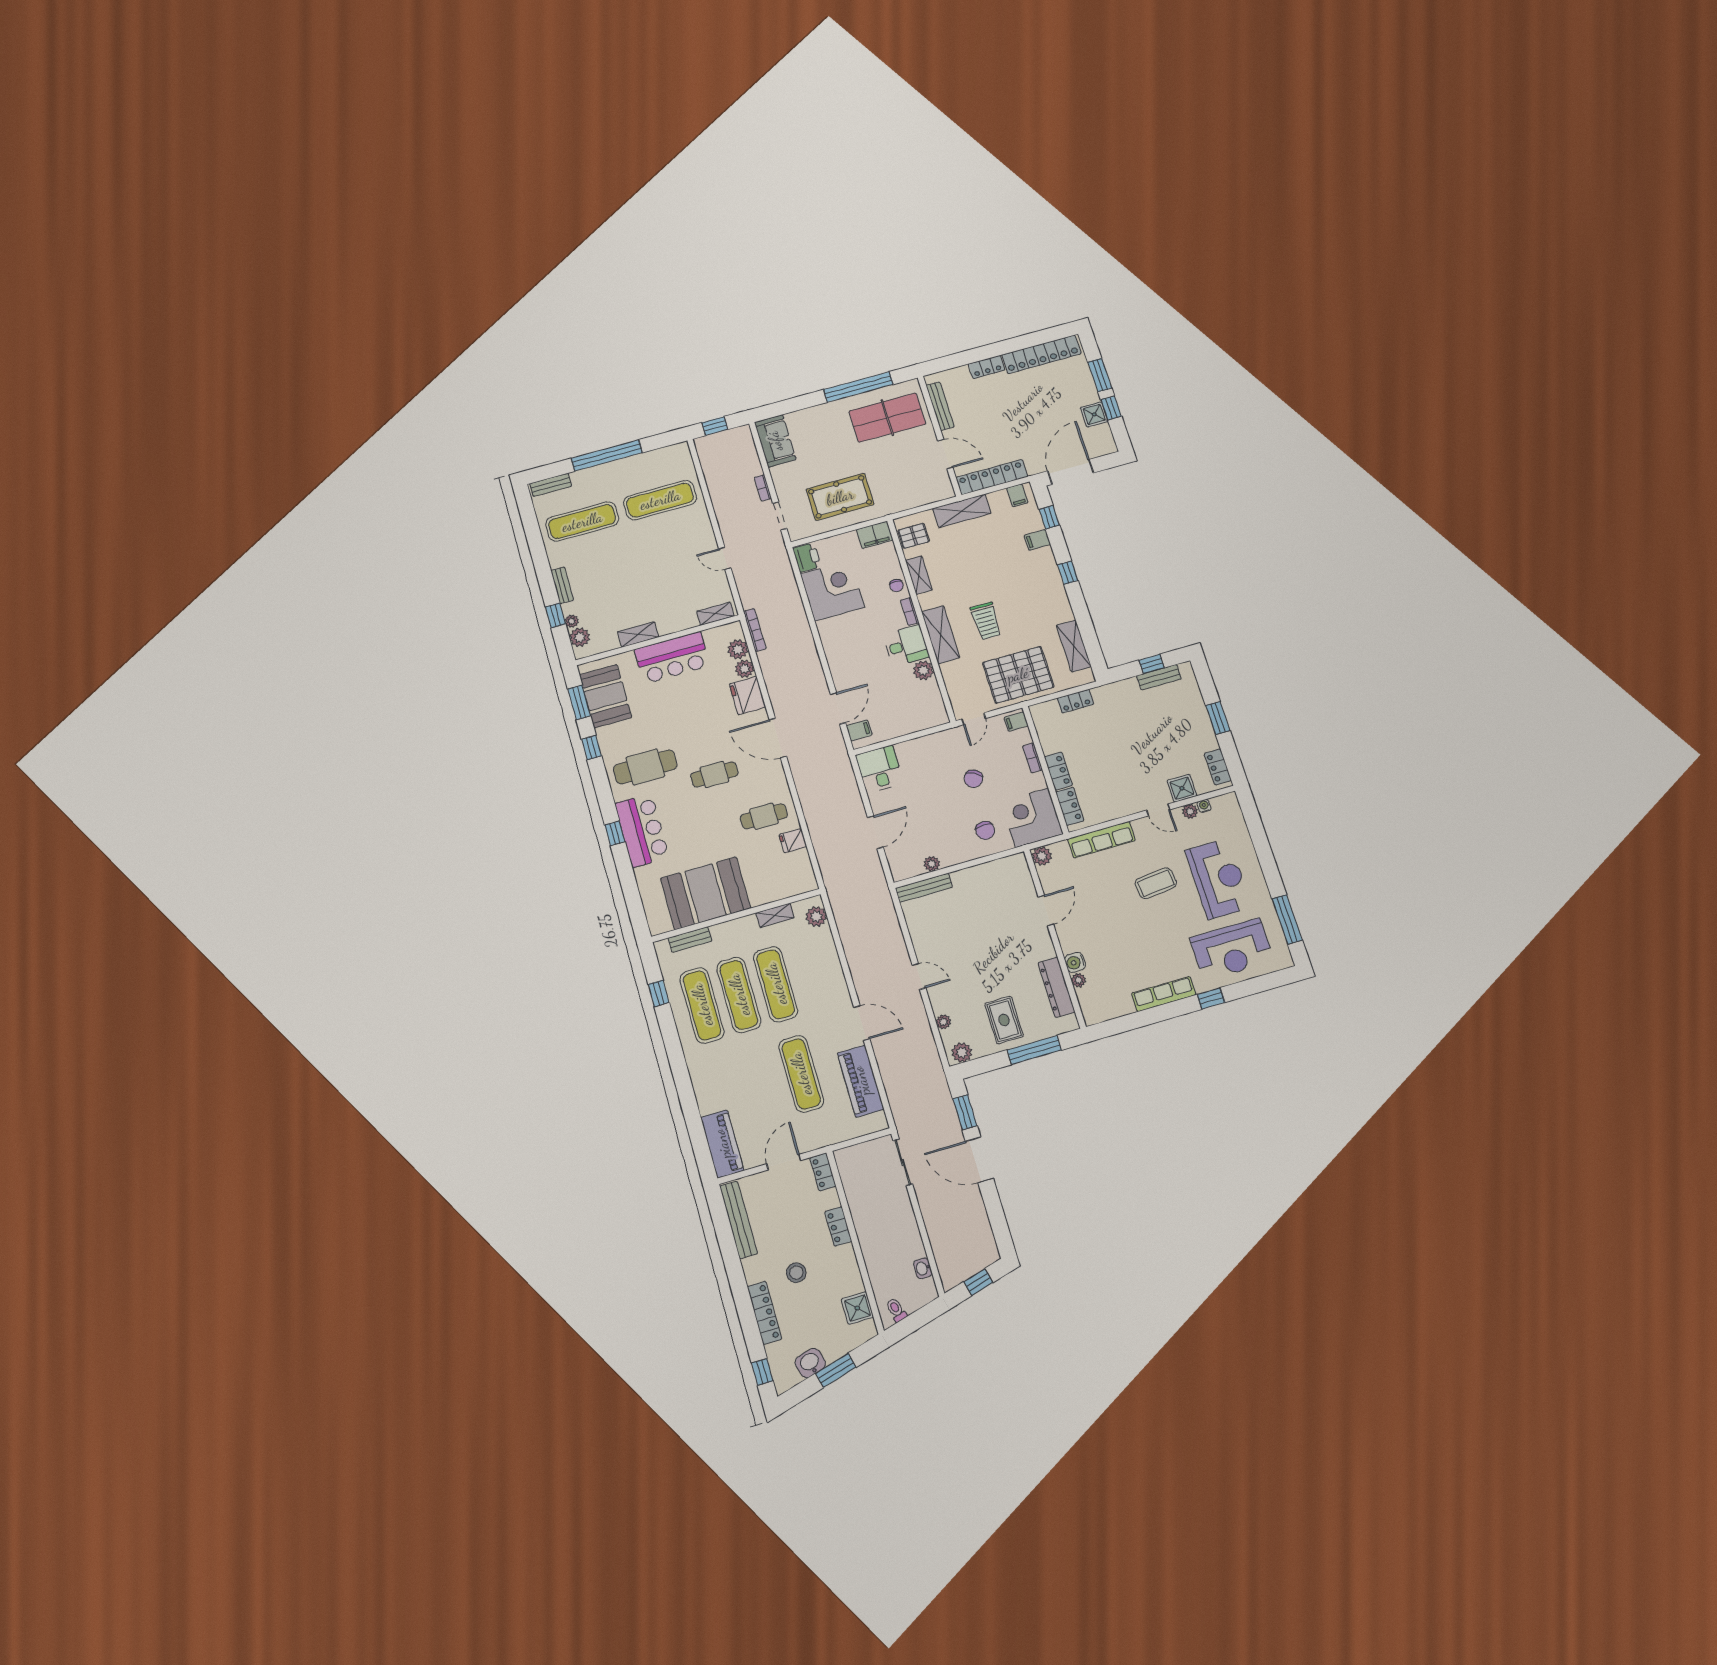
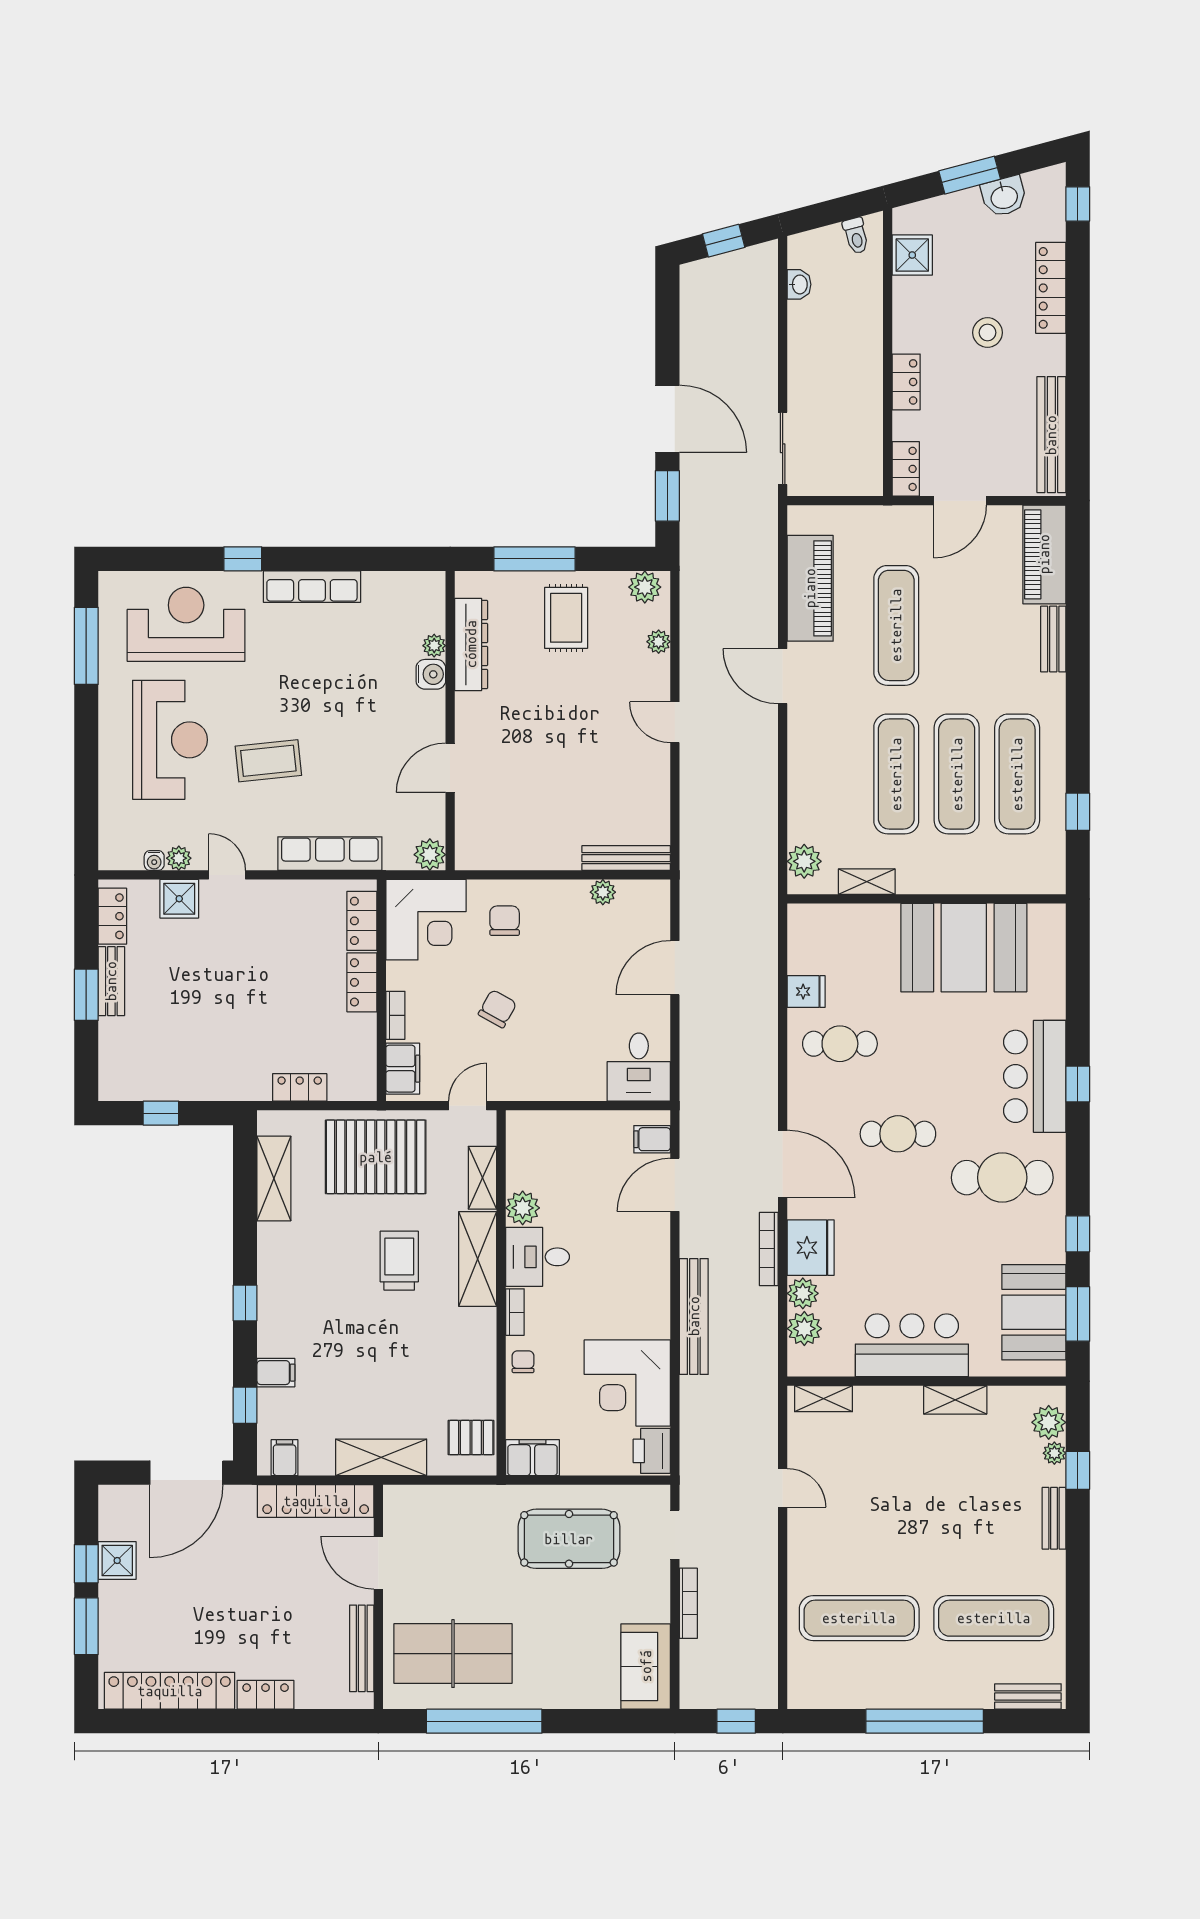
bookcase: (763, 488) -> (688, 1603), width x1.56
shelving: (919, 575) -> (482, 1178), moved
bookcase: (755, 630) -> (769, 1249), moved
bench: (805, 638) -> (694, 1316), added
bench: (1159, 677) -> (111, 981), moved, turned 90
filing cabinet: (1016, 722) -> (403, 1069), width x2.00
reception desk: (1218, 879) -> (170, 740), turned 180
bench: (690, 939) -> (1053, 639), moved, turned 90

